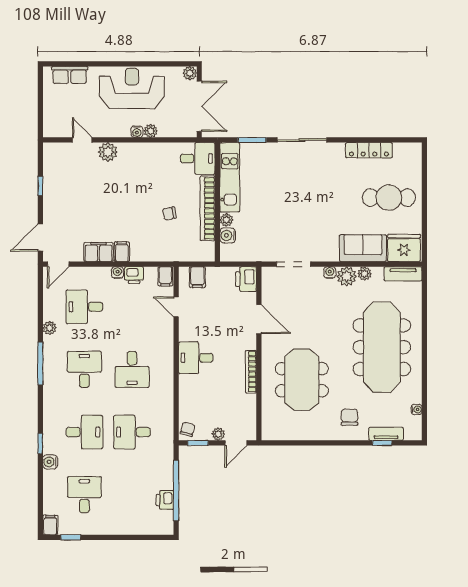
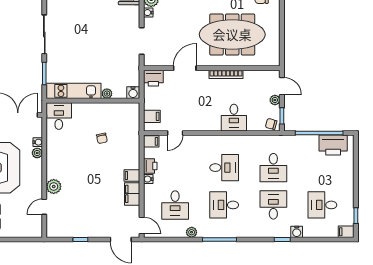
water cooler: (137, 132) -> (38, 142), moved
bookcase: (208, 208) -> (98, 108), removed
water cooler: (228, 235) -> (133, 93), moved
desk: (196, 358) -> (234, 118), moved
meeting table: (302, 380) -> (232, 34), width x1.36
printer: (165, 500) -> (333, 145), width x1.87, depth x1.48

